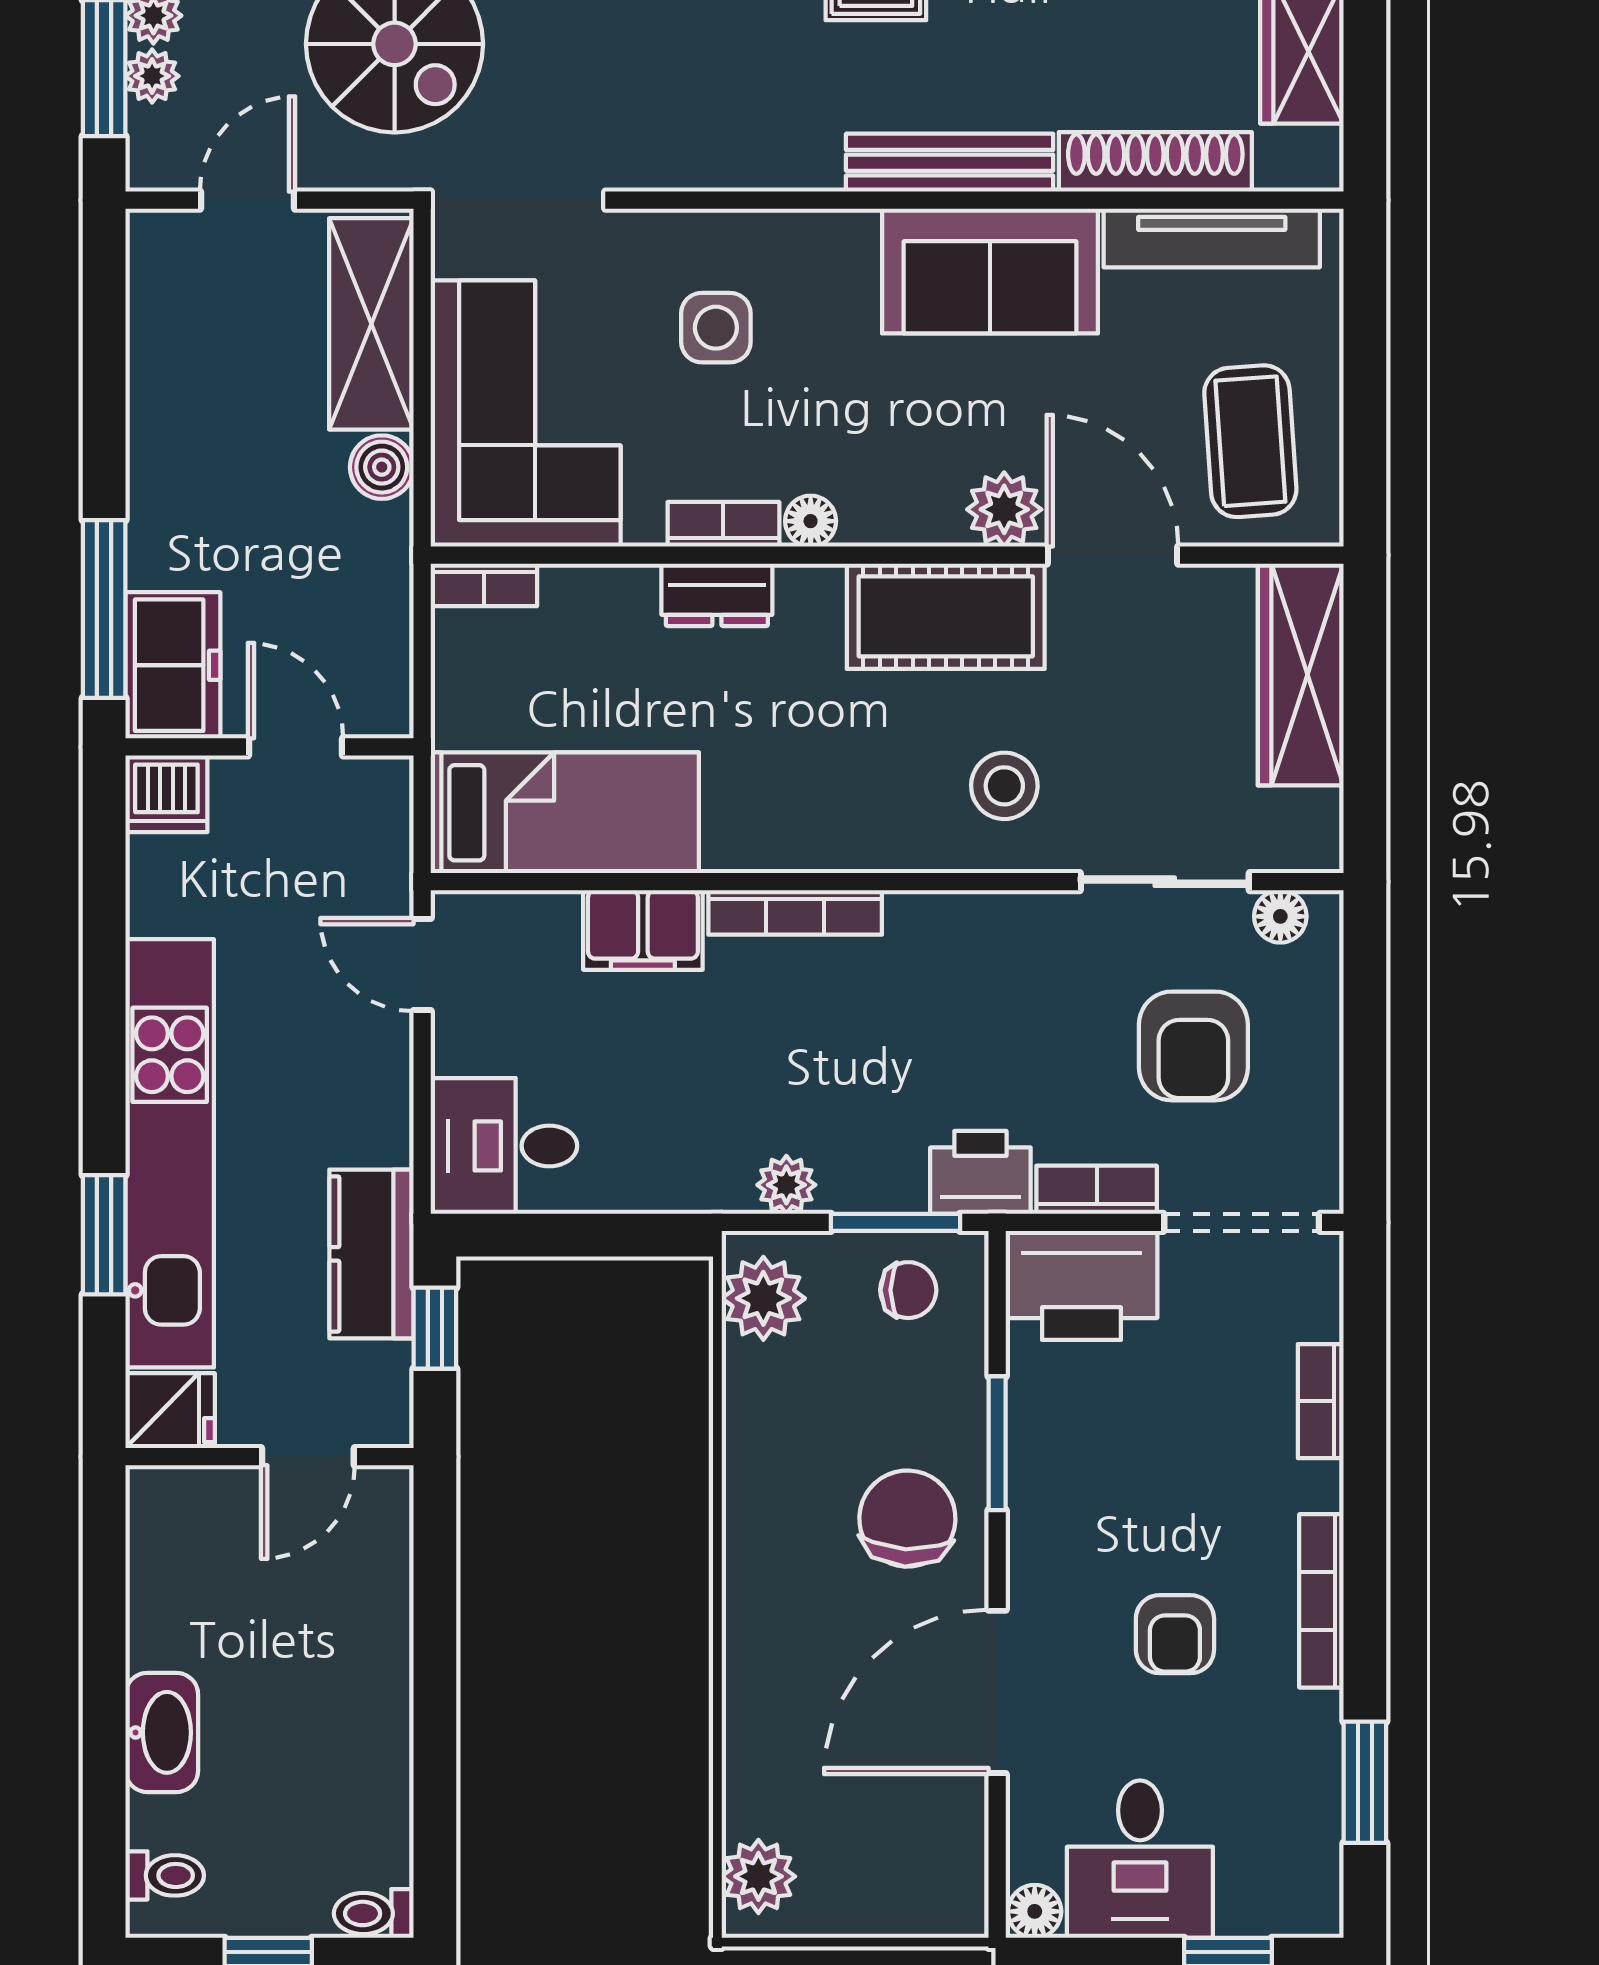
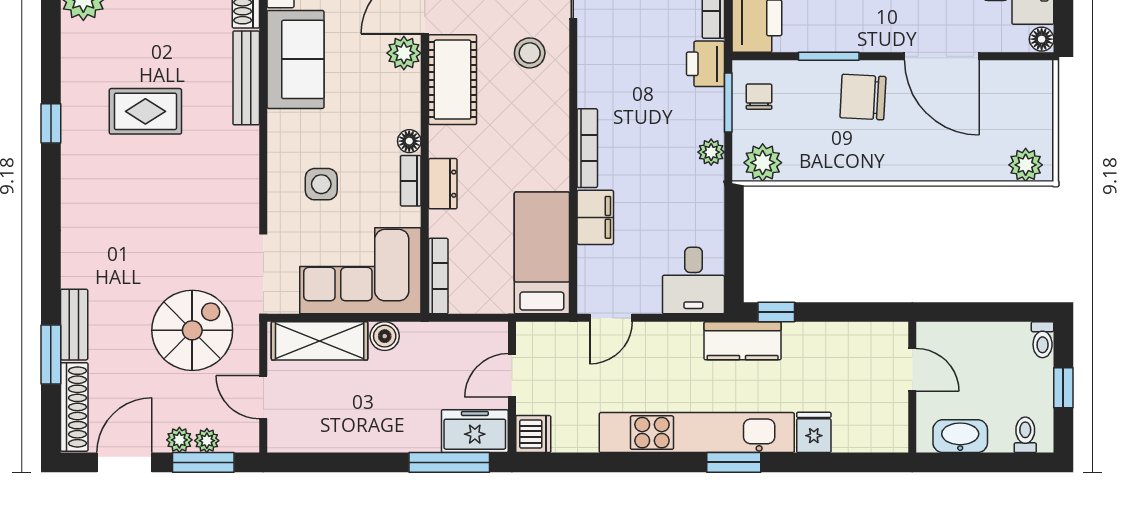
bookcase: (484, 585) -> (438, 276), width x1.56
wall: (269, 1457) -> (912, 387), moved
door: (308, 1457) -> (912, 370), moved

